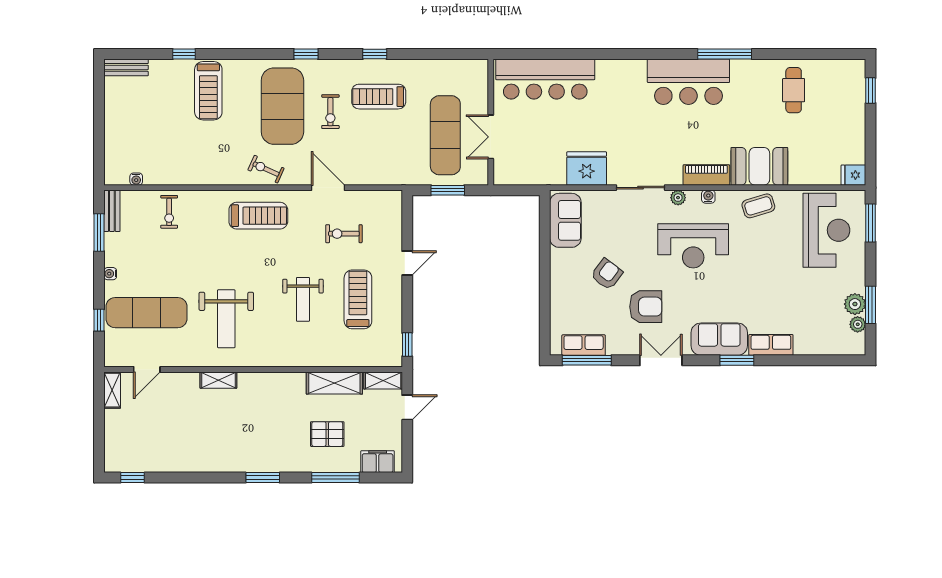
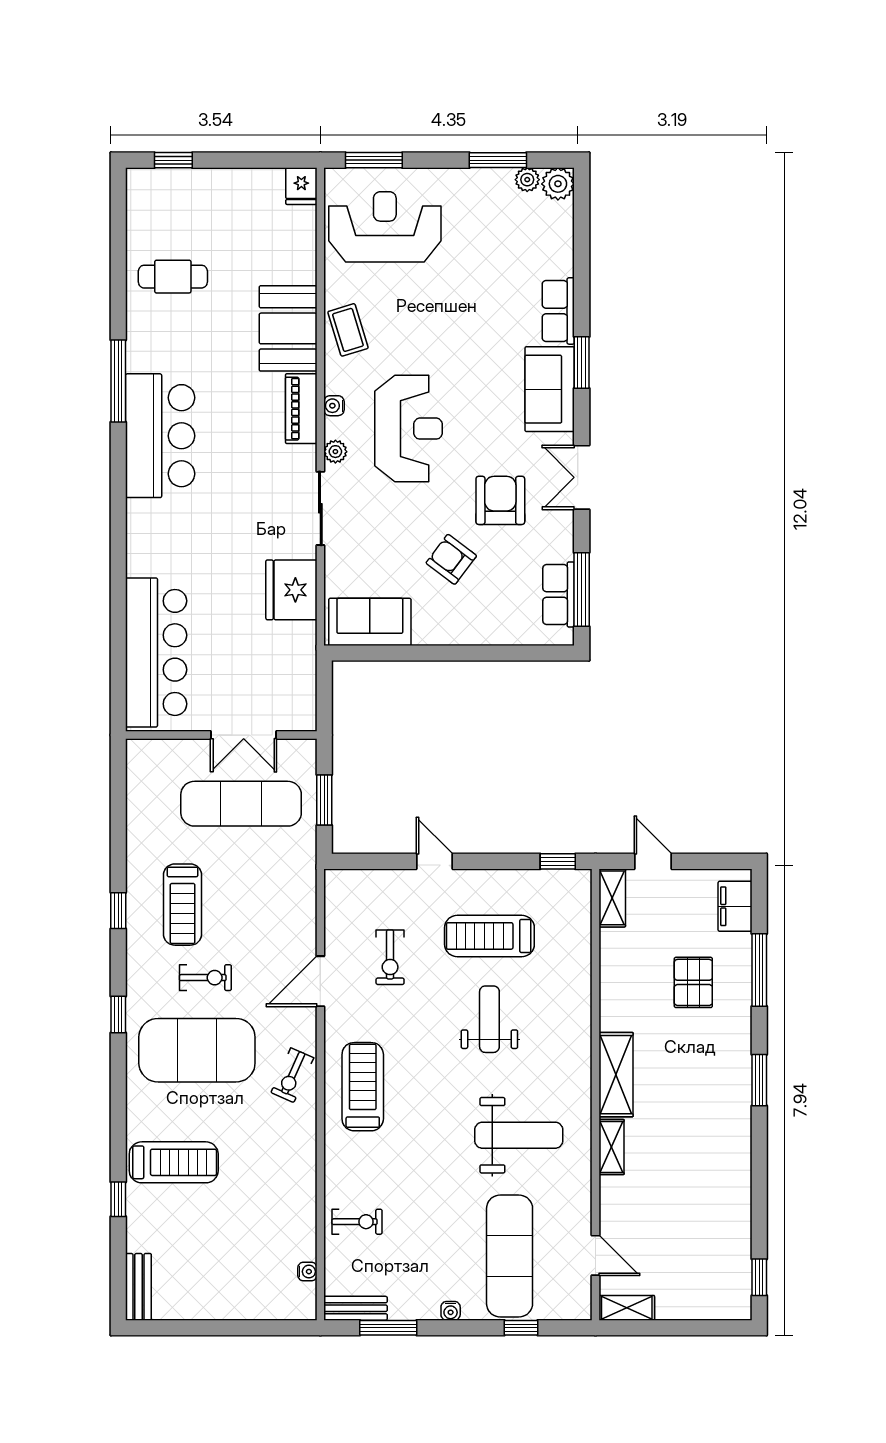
weight bench: (303, 299) -> (489, 1019), turned -90
plant: (855, 304) -> (558, 184), moved
shelving: (334, 383) -> (616, 1075), moved

